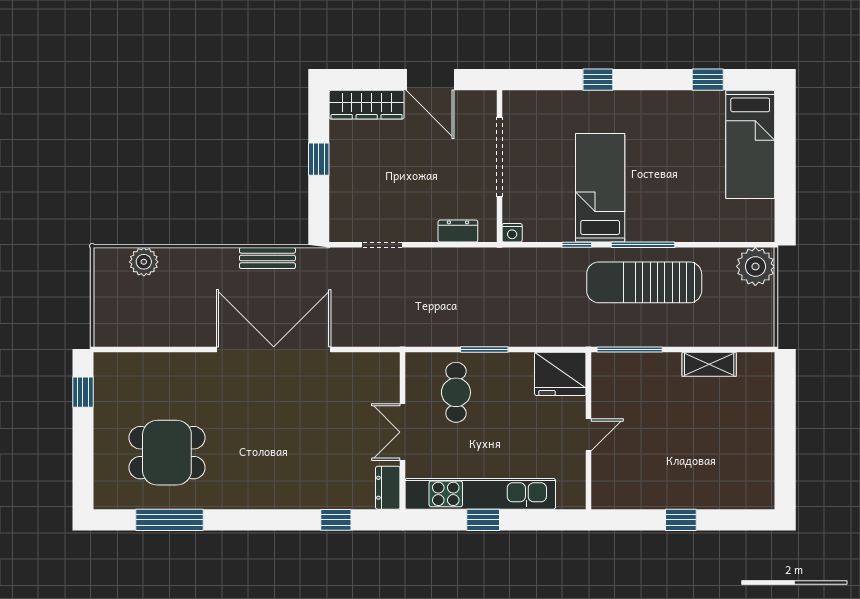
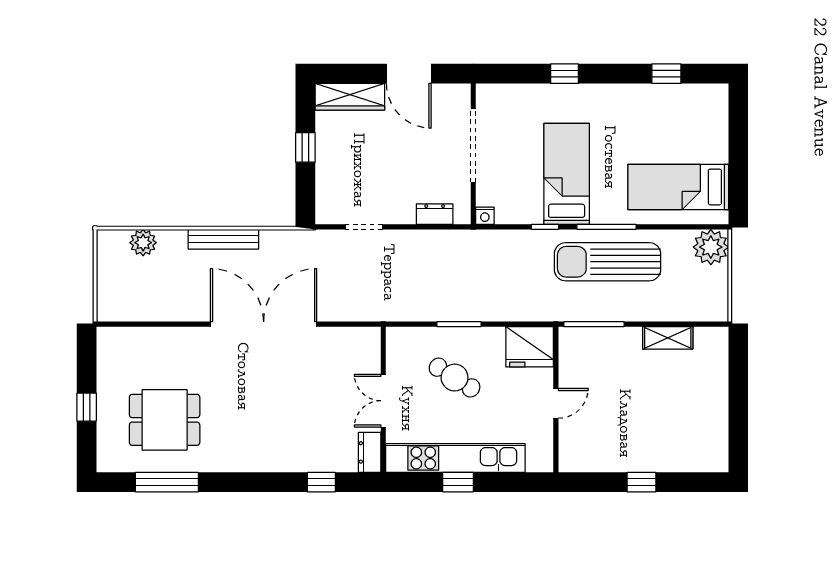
bed: (750, 144) -> (678, 187), moved, turned 90
bench: (267, 258) -> (223, 239), moved, width x1.36
window: (83, 392) -> (87, 407), moved
cafe table: (456, 392) -> (455, 378), moved, turned -58

